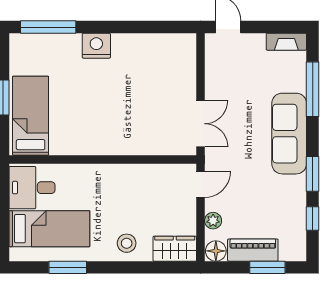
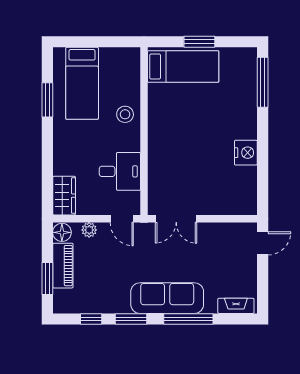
fireplace: (286, 42) -> (236, 306), moved, turned 90
nightstand: (96, 46) -> (246, 153), moved
window: (313, 89) -> (188, 319), moved
desk: (32, 188) -> (120, 171), moved, turned 90
stool: (127, 243) -> (125, 114), moved

